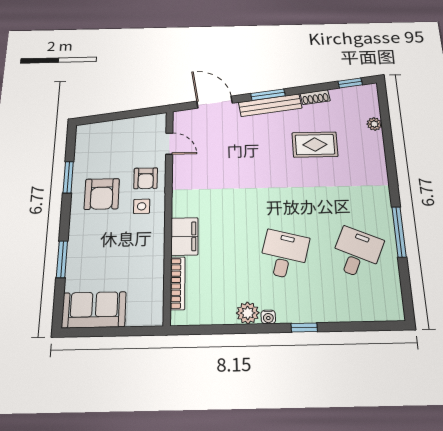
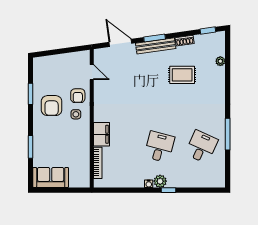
plant: (248, 313) -> (160, 181), moved

